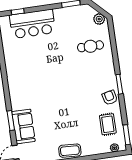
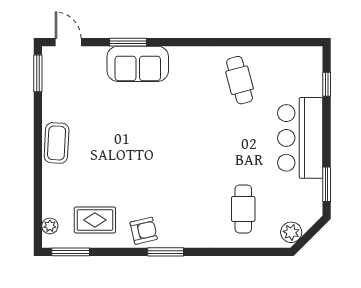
bar counter: (32, 24) -> (300, 138), moved
cafe table: (22, 58) -> (240, 80), added
sofa: (23, 126) -> (138, 64), moved

